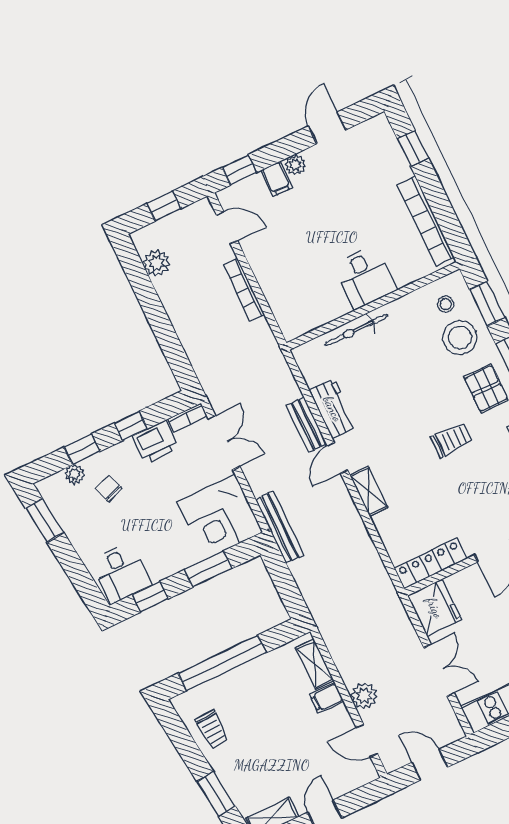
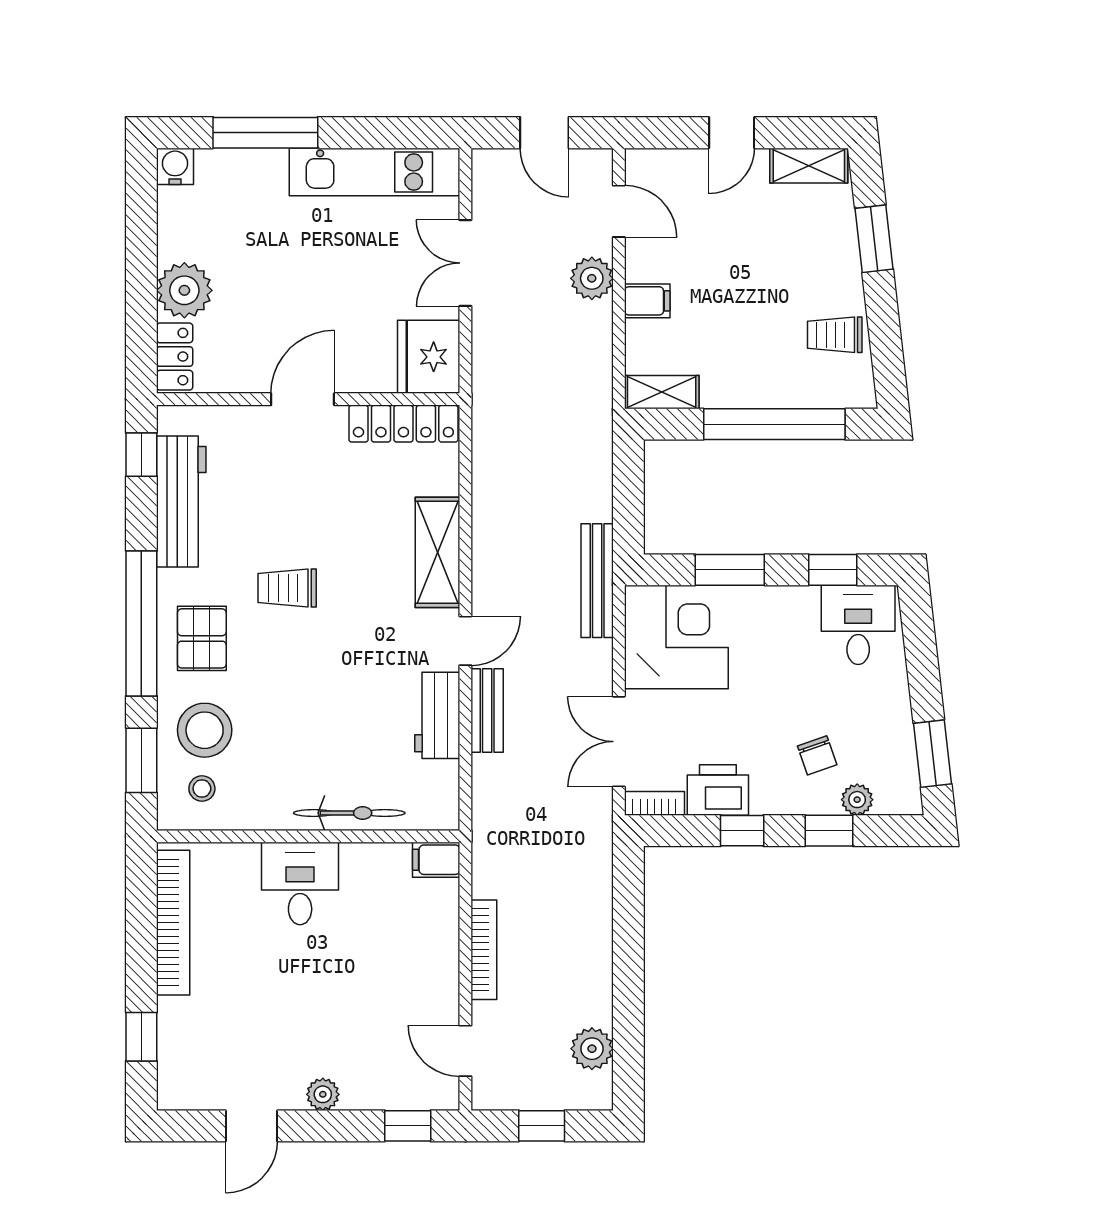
filing cabinet: (277, 179) -> (436, 860), moved, turned -90
shelving: (369, 491) -> (438, 552), width x1.50, depth x1.33
shelving: (315, 664) -> (662, 392), moved, turned 90
trolley: (212, 729) -> (835, 335), turned -87

